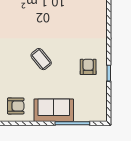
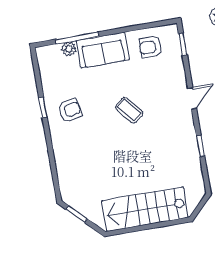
armchair: (88, 67) -> (70, 111), turned -102
plant: (80, 116) -> (69, 49), added

